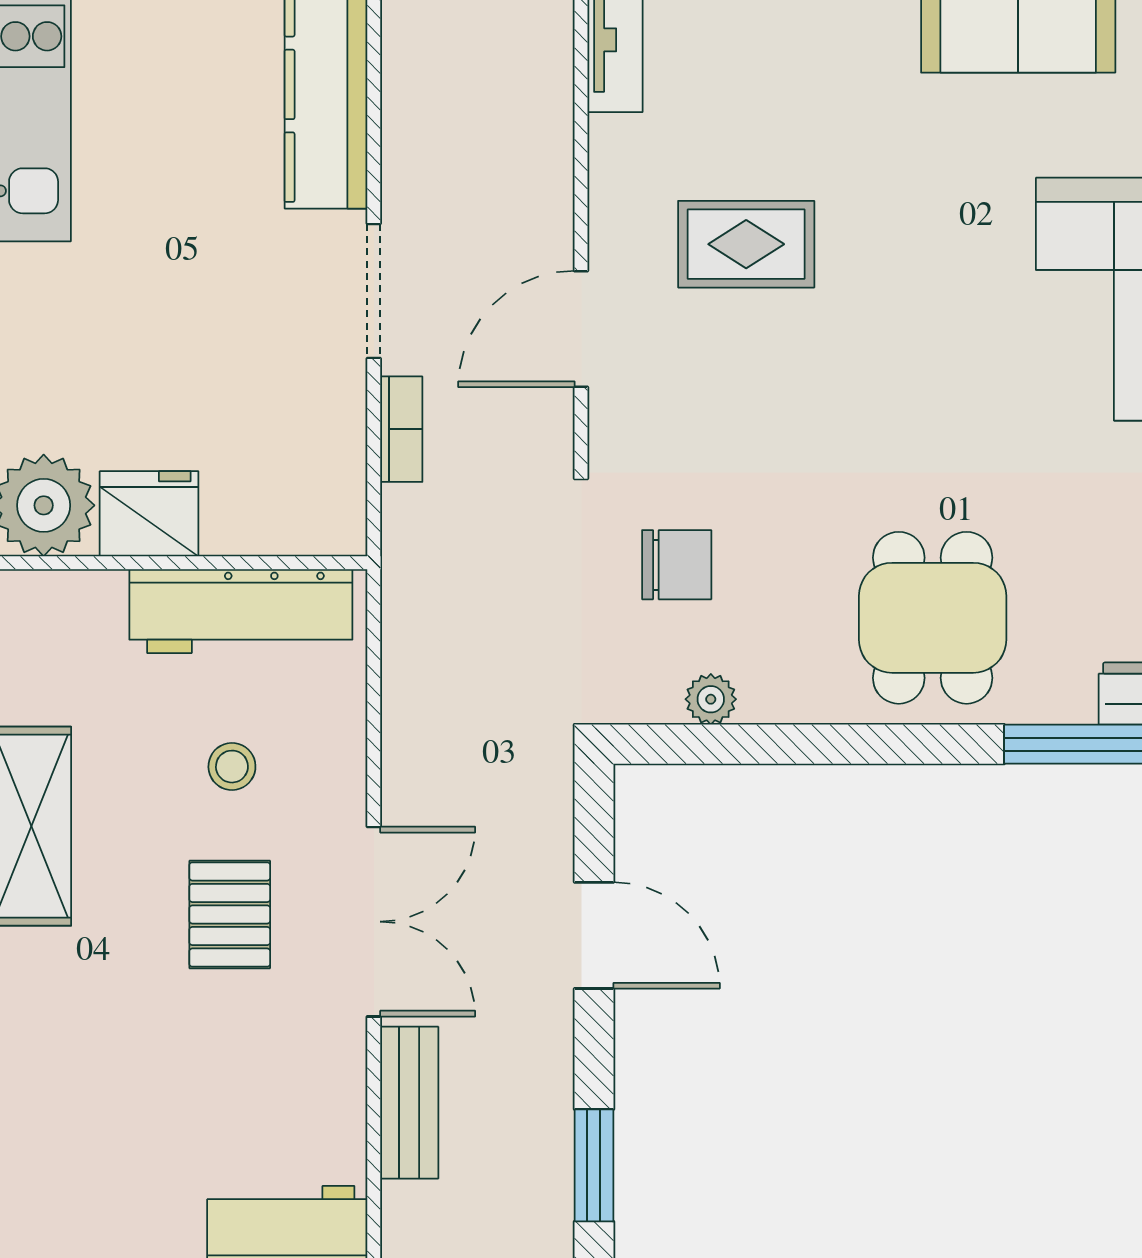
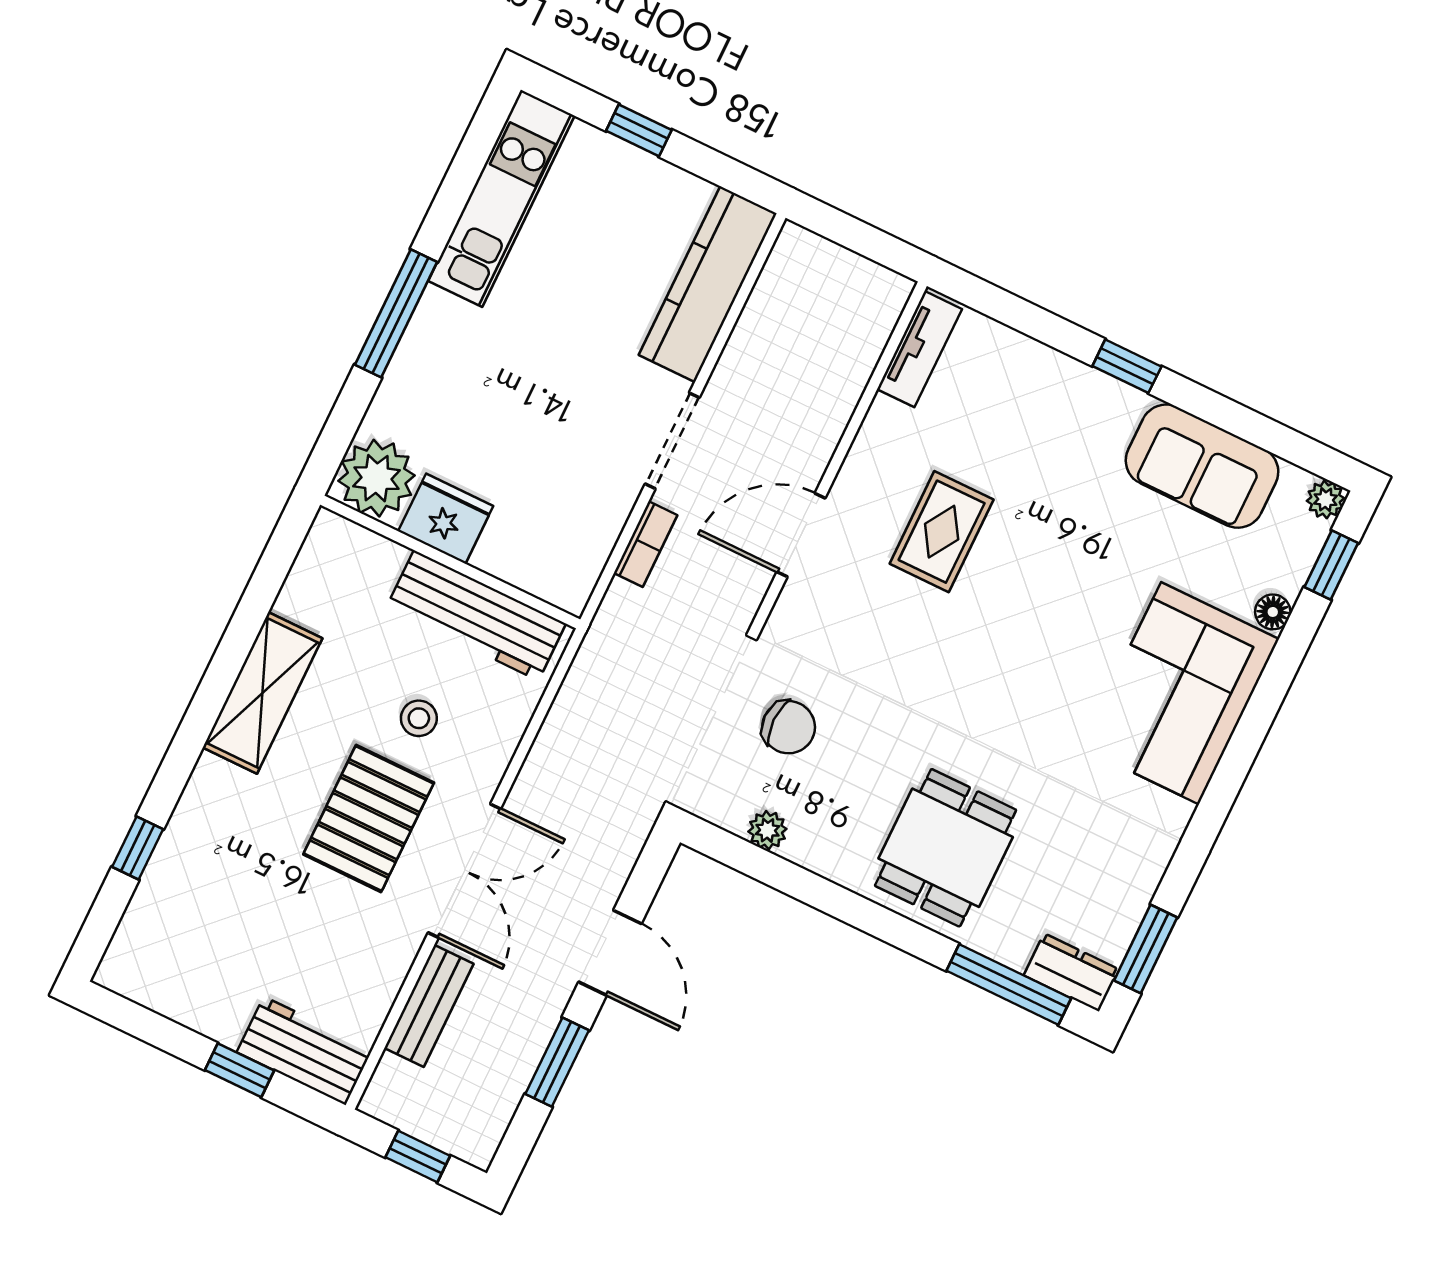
rug: (746, 244) -> (942, 532), turned 90
pallet: (230, 914) -> (369, 818), width x1.50, depth x1.42
window: (594, 1165) -> (557, 1062), moved

